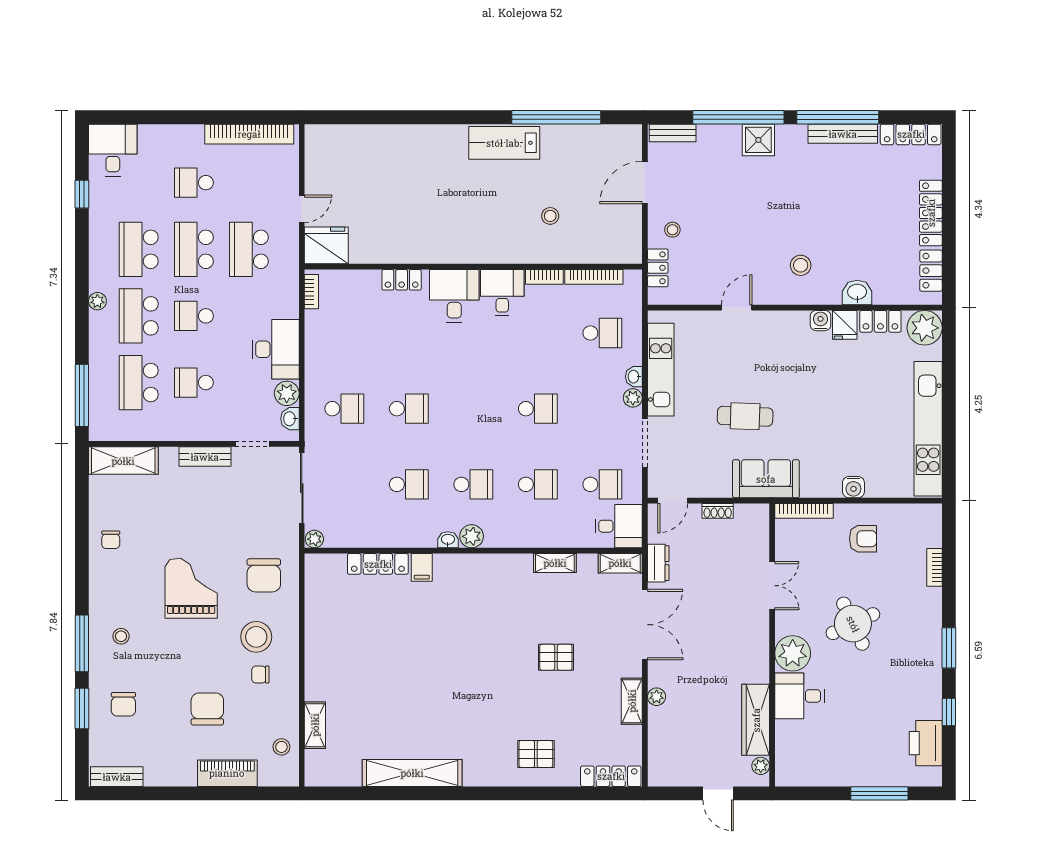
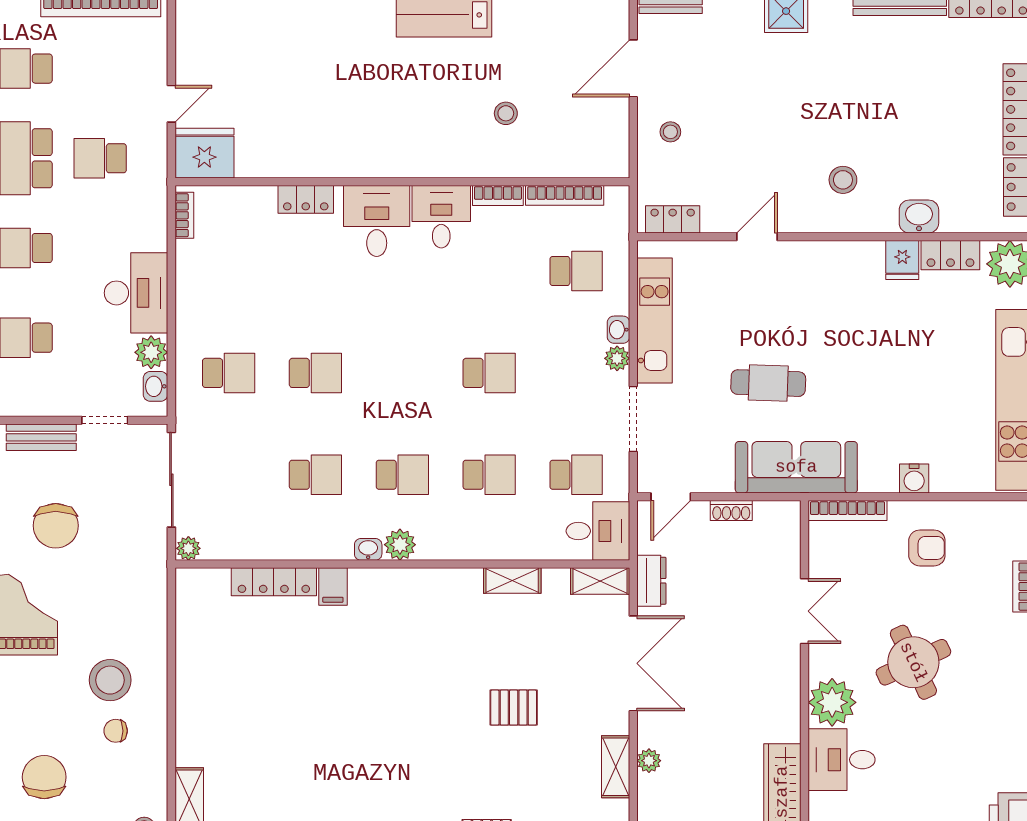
school desk: (249, 249) -> (100, 158), width x0.54
locker: (658, 268) -> (673, 219), moved, turned -90
water cooler: (820, 321) -> (870, 254), removed
sofa: (766, 479) -> (796, 467), width x1.36
chair: (264, 575) -> (56, 526), moved

